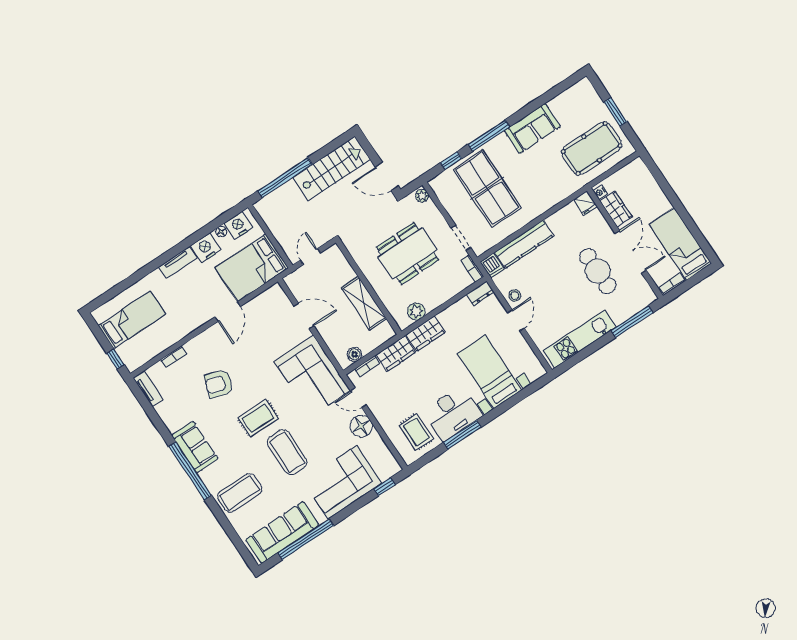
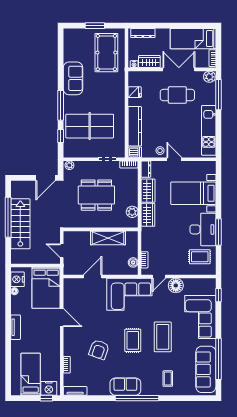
stairs: (332, 168) -> (20, 224), moved
dresser: (646, 177) -> (143, 33), added
window: (285, 178) -> (8, 217), moved
fridge: (585, 203) -> (135, 92), moved
nightstand: (206, 248) -> (49, 388), moved, turned -90
dining table: (408, 254) -> (96, 195), turned 90
plant: (647, 296) -> (209, 77), added
wardrobe: (396, 353) -> (148, 191), moved
coffee table: (287, 452) -> (163, 337), turned 90
coffee table: (240, 493) -> (168, 379), width x0.54, depth x0.58

